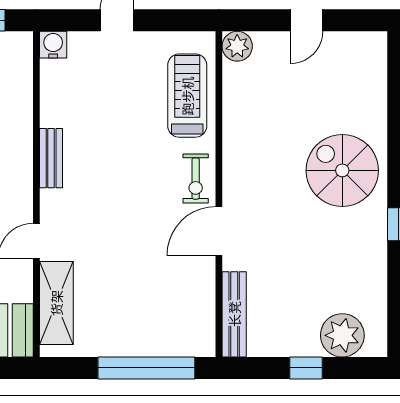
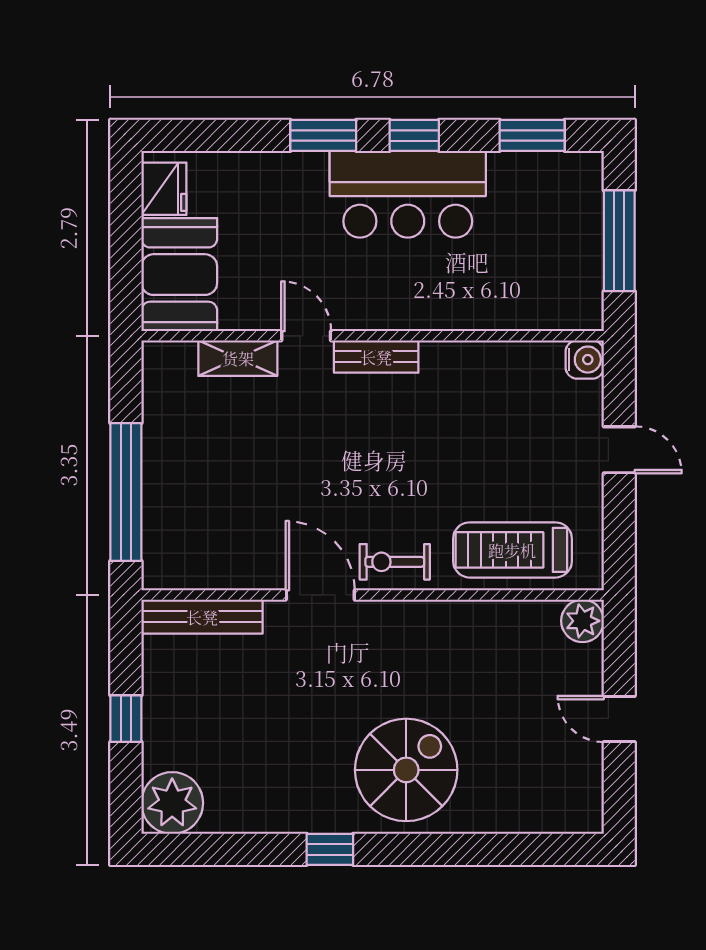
treadmill: (187, 96) -> (512, 550), turned 180
bench: (51, 158) -> (376, 357), moved
shelving: (56, 303) -> (238, 358), width x0.67, depth x0.75
plant: (342, 335) -> (172, 803), moved

